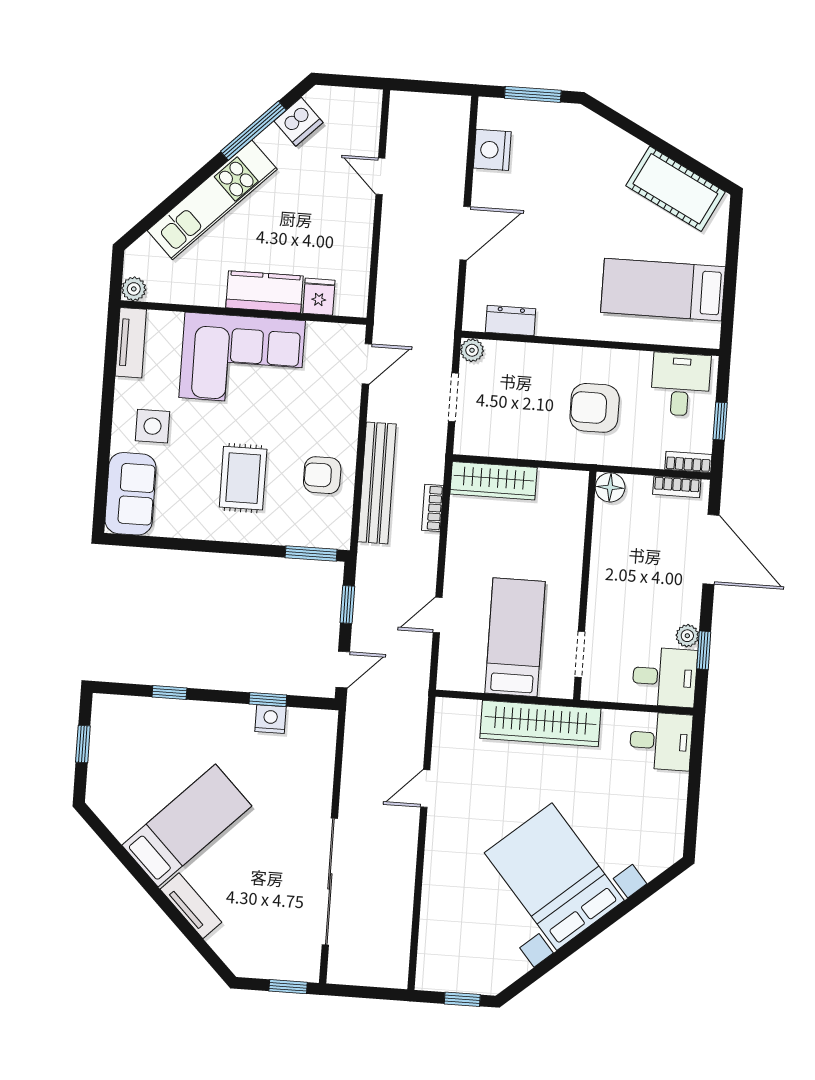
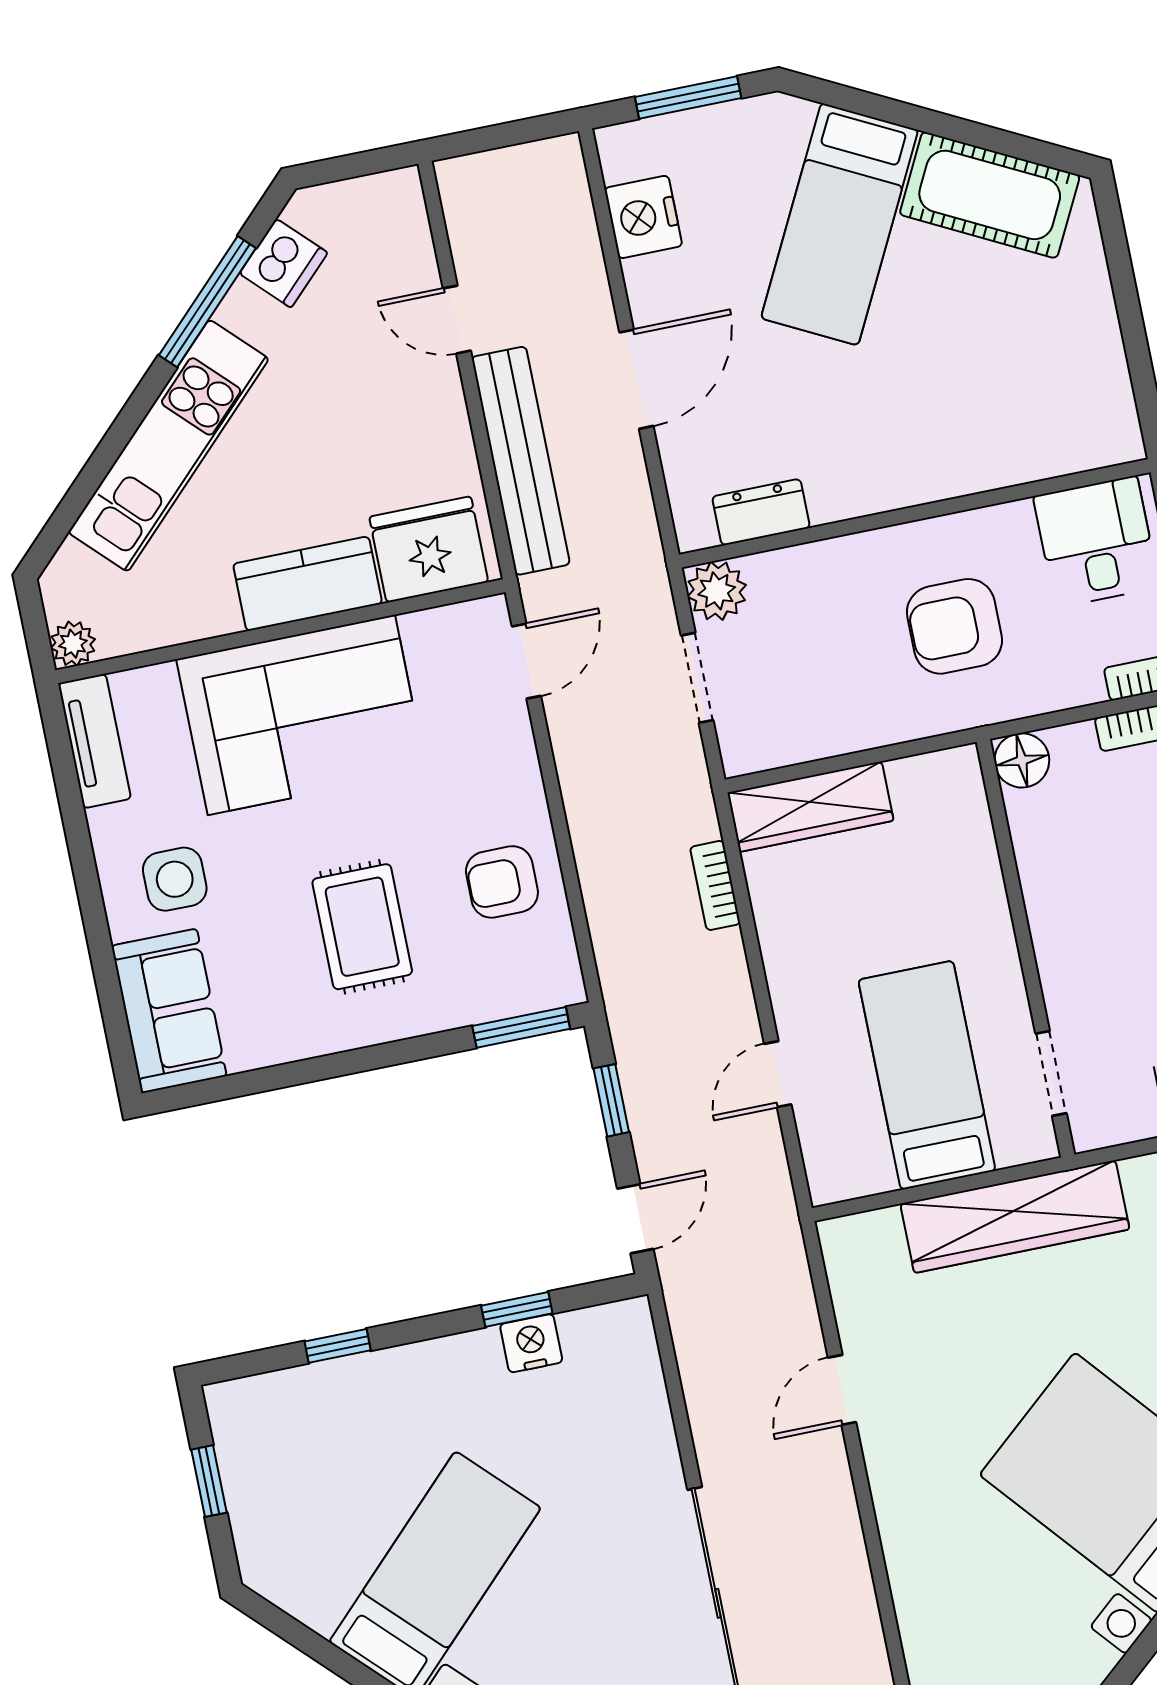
bed: (663, 290) -> (840, 224), moved, turned -63
fridge: (319, 297) -> (429, 549), width x1.88, depth x1.34
plant: (472, 350) -> (717, 591), width x1.38, depth x1.38
bench: (377, 483) -> (521, 461), moved

